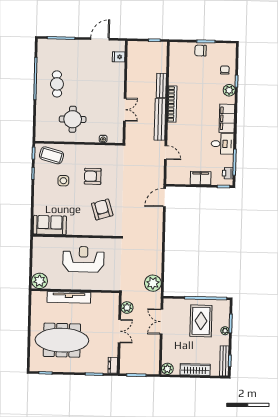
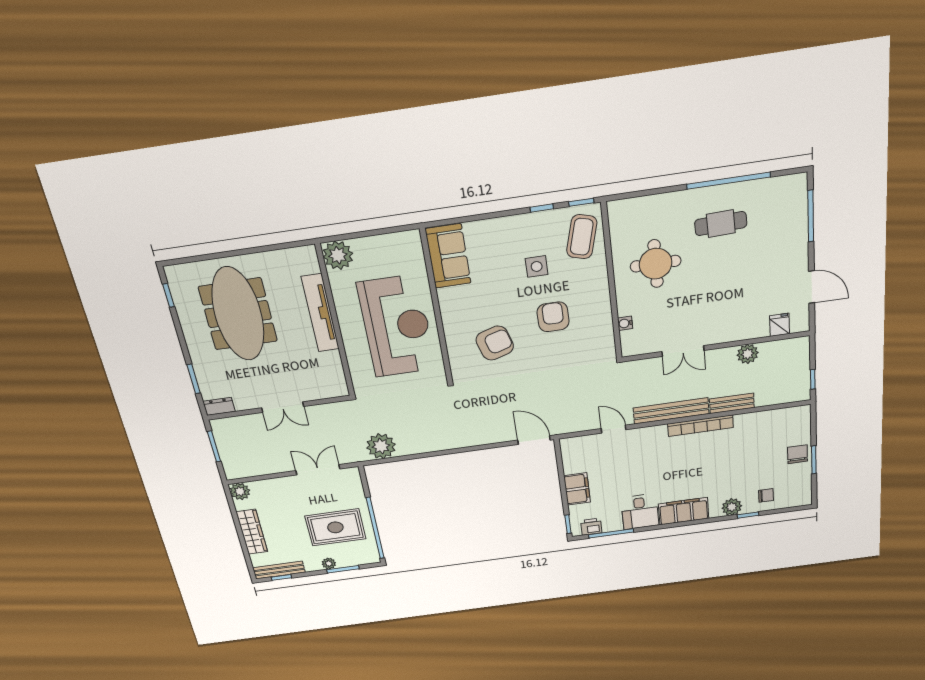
door: (166, 152) -> (614, 429), swing flipped
reception desk: (83, 259) -> (397, 326), width x1.36, depth x1.30
plant: (127, 308) -> (748, 354), moved

